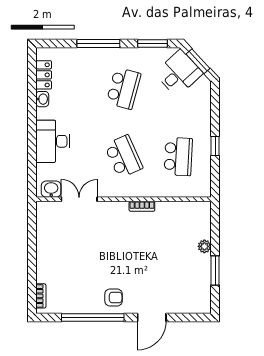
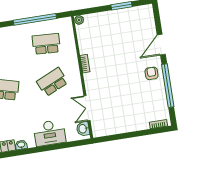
window: (215, 146) -> (35, 19), width x3.17
plant: (204, 246) -> (79, 20), moved
door: (152, 317) -> (161, 45), swing flipped

